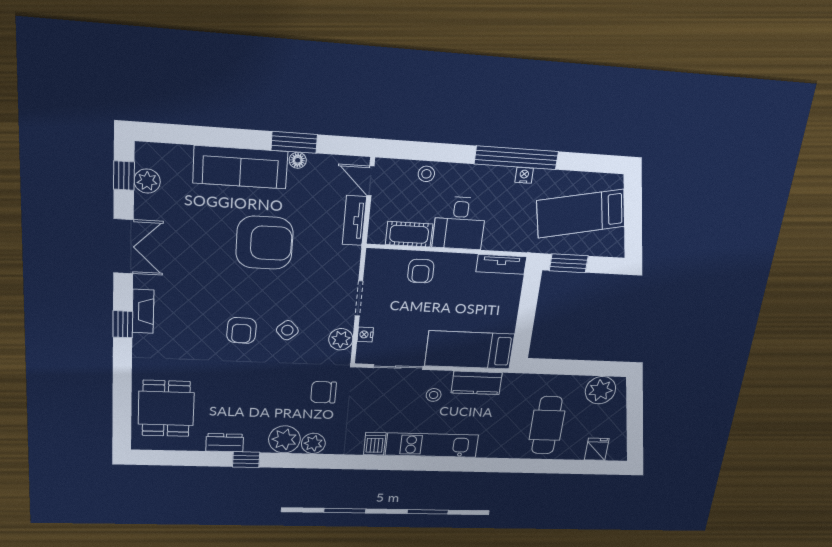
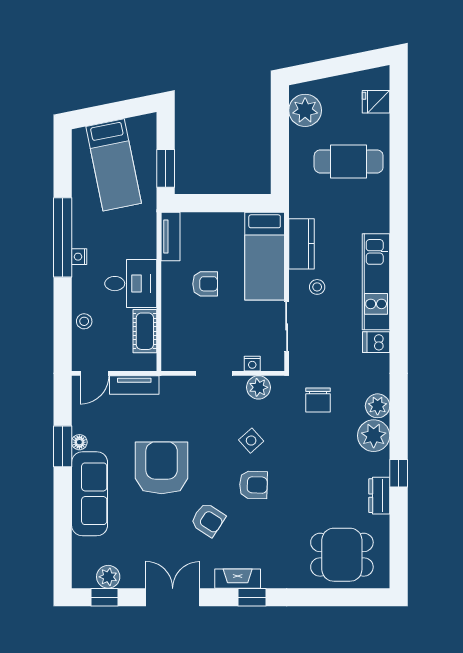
nightstand: (524, 175) -> (79, 257), moved
armchair: (421, 271) -> (205, 284), moved
armchair: (207, 286) -> (208, 520), added

